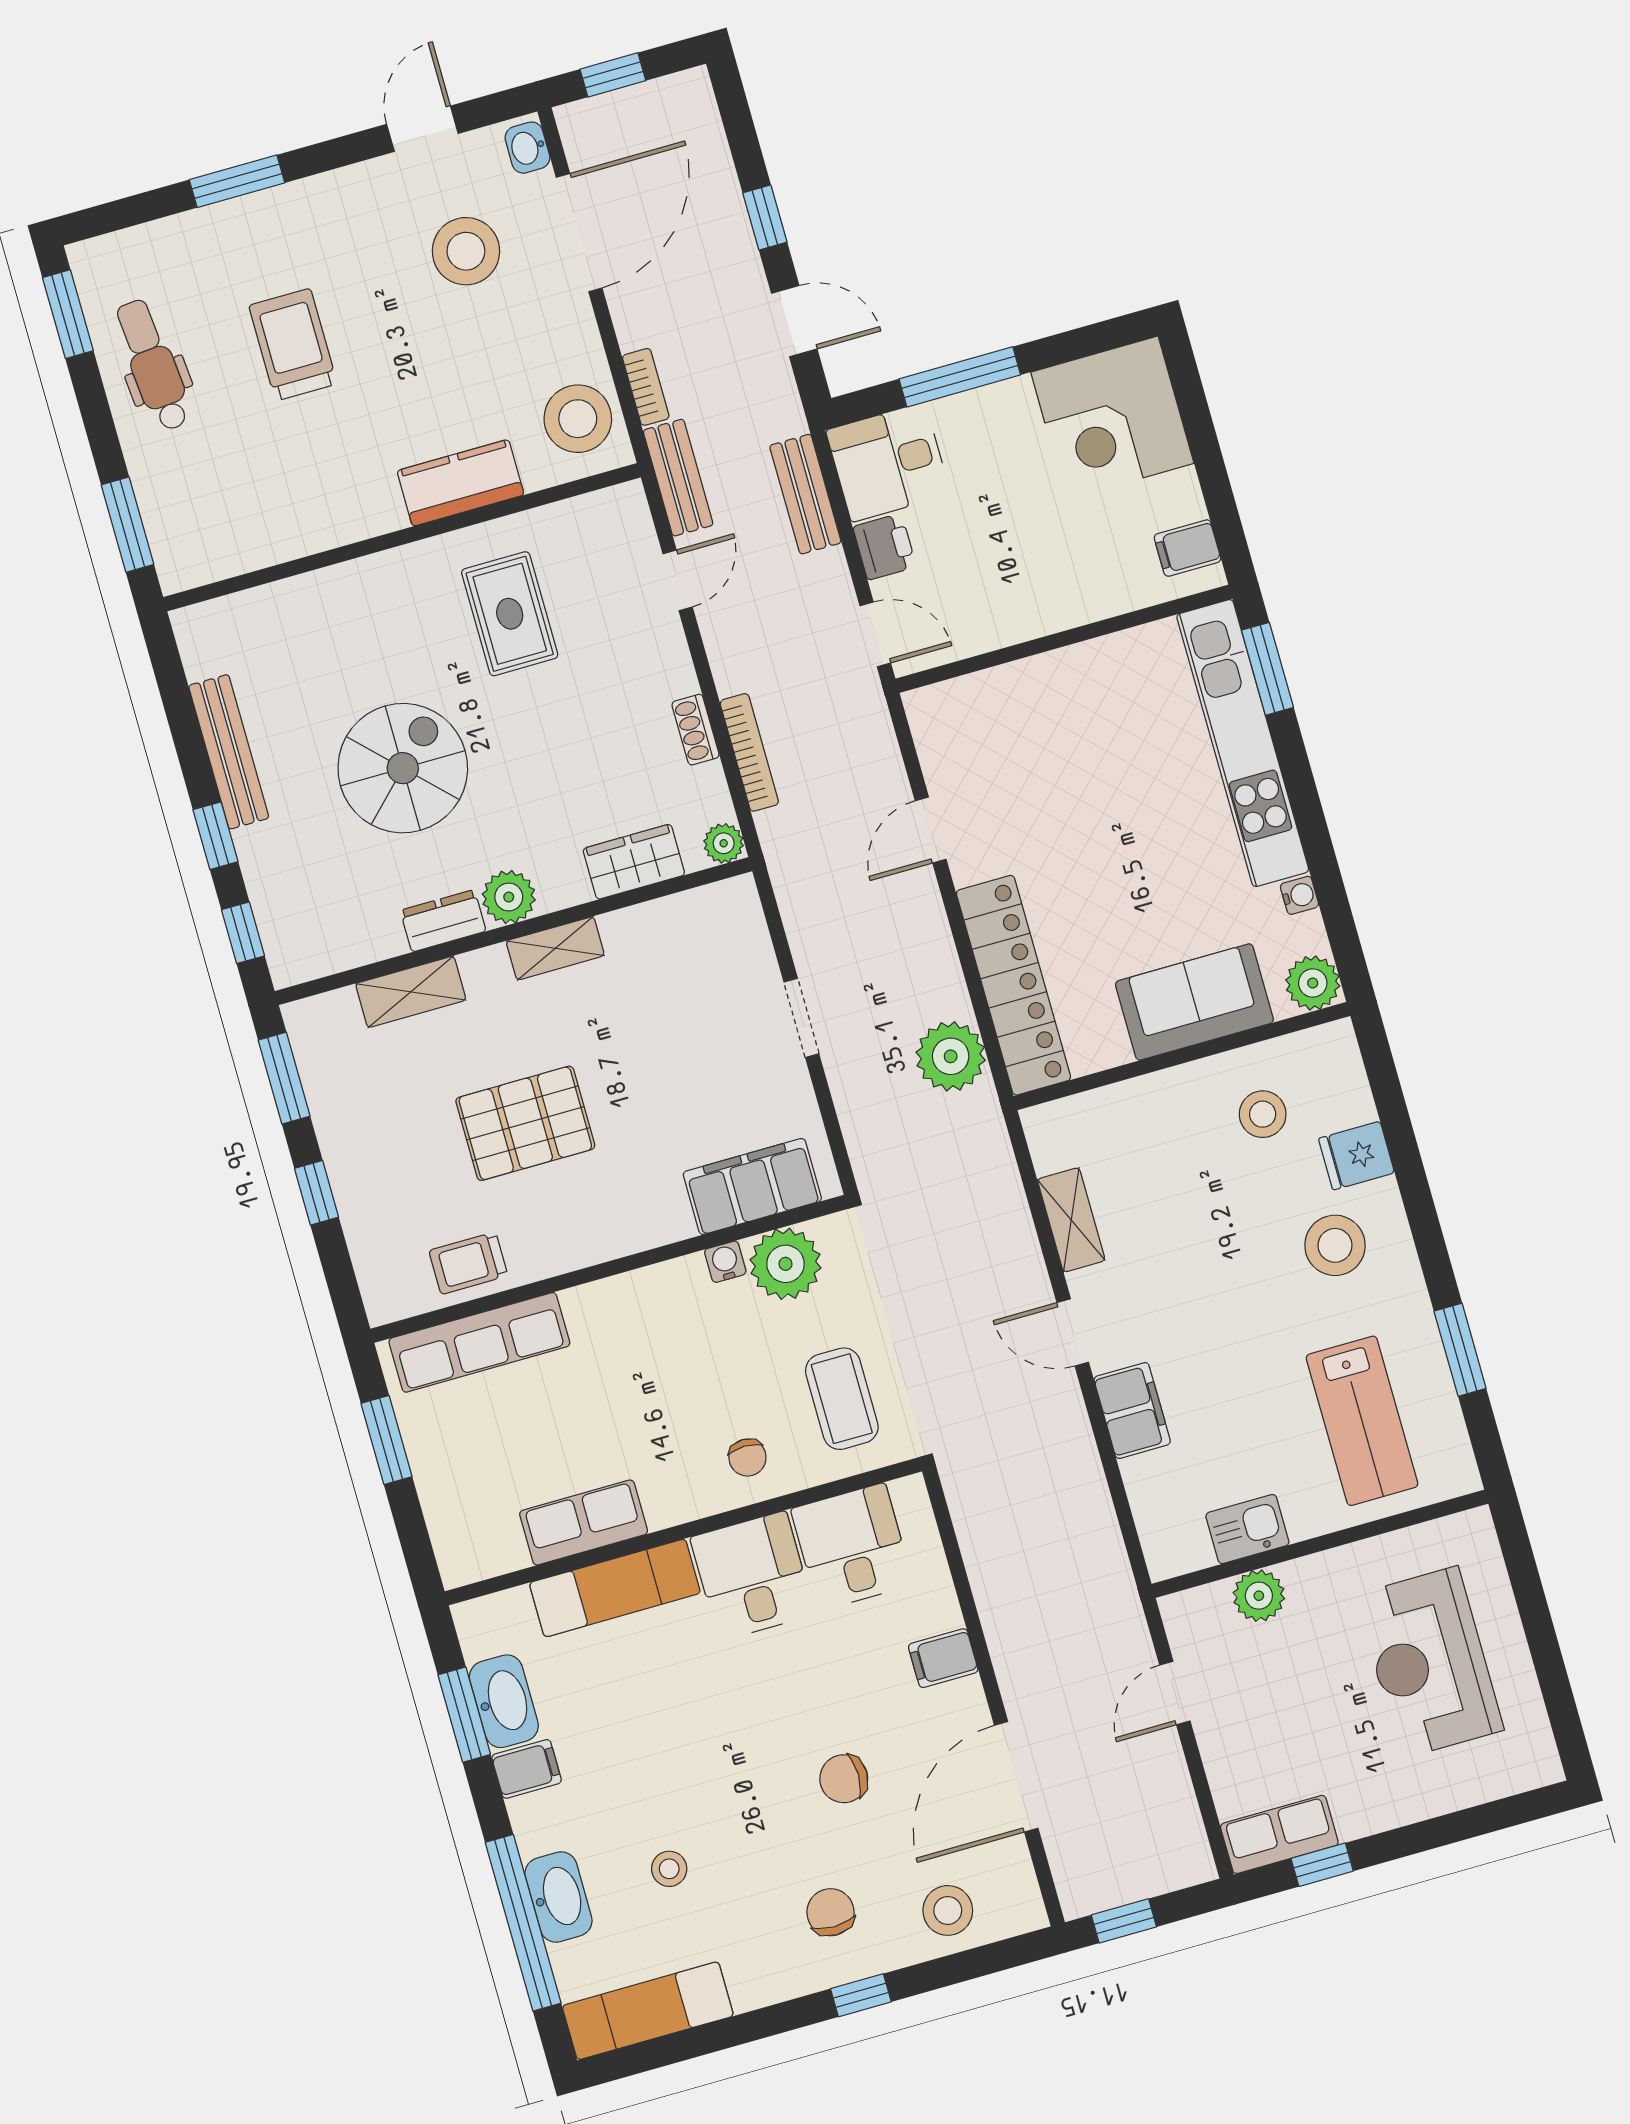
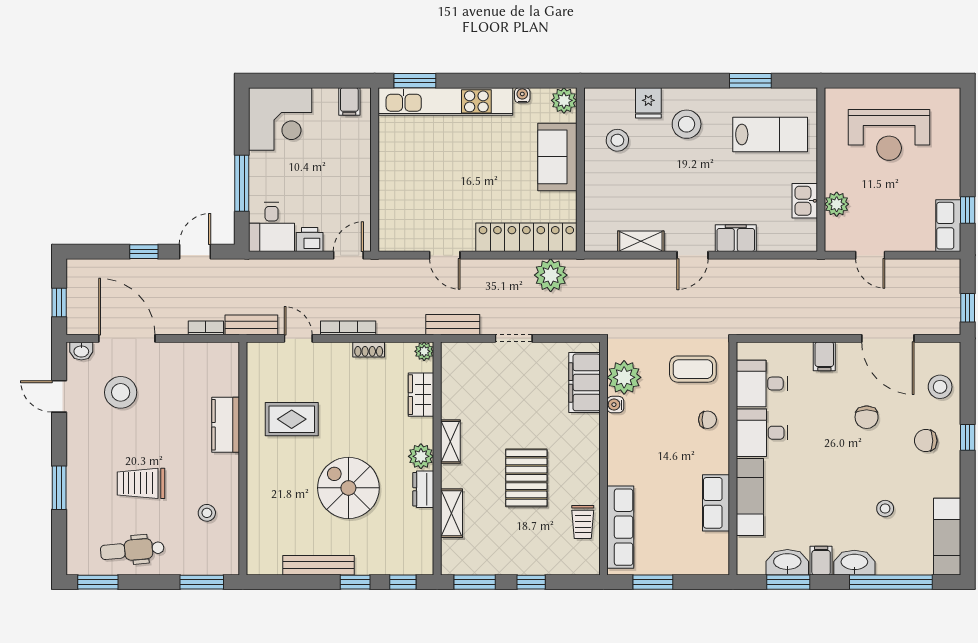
stool: (578, 419) -> (207, 513), moved, width x0.53, depth x0.53
bench: (805, 494) -> (453, 325), moved
bookcase: (749, 752) -> (348, 328), moved
washbasin: (559, 1897) -> (854, 563), moved

